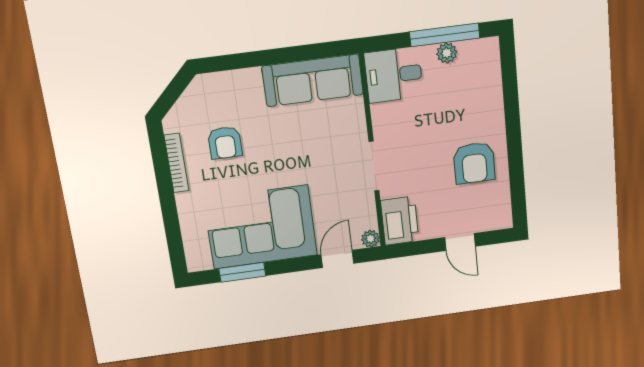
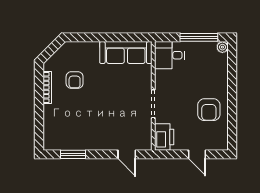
plant: (447, 53) -> (222, 47), moved
corner sofa: (261, 227) -> (87, 130), removed
plant: (371, 239) -> (147, 145), removed
door: (337, 259) -> (127, 154), swing flipped

